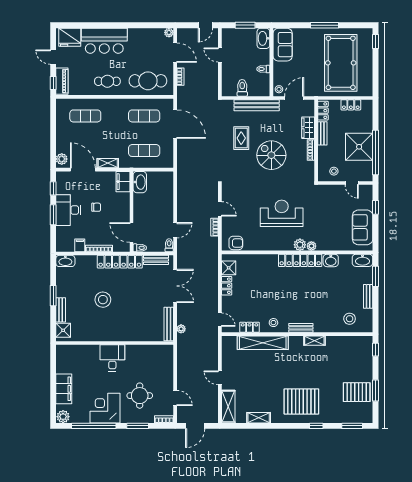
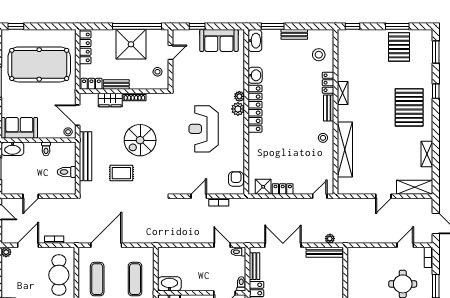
locker: (351, 105) -> (85, 47), width x1.53
locker: (249, 327) -> (328, 83), moved

